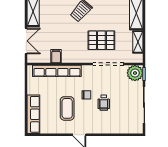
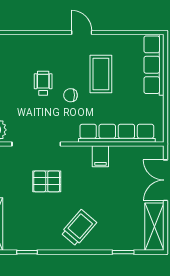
pallet: (101, 40) -> (47, 181), width x0.67, depth x0.71
filing cabinet: (56, 56) -> (100, 156), moved

